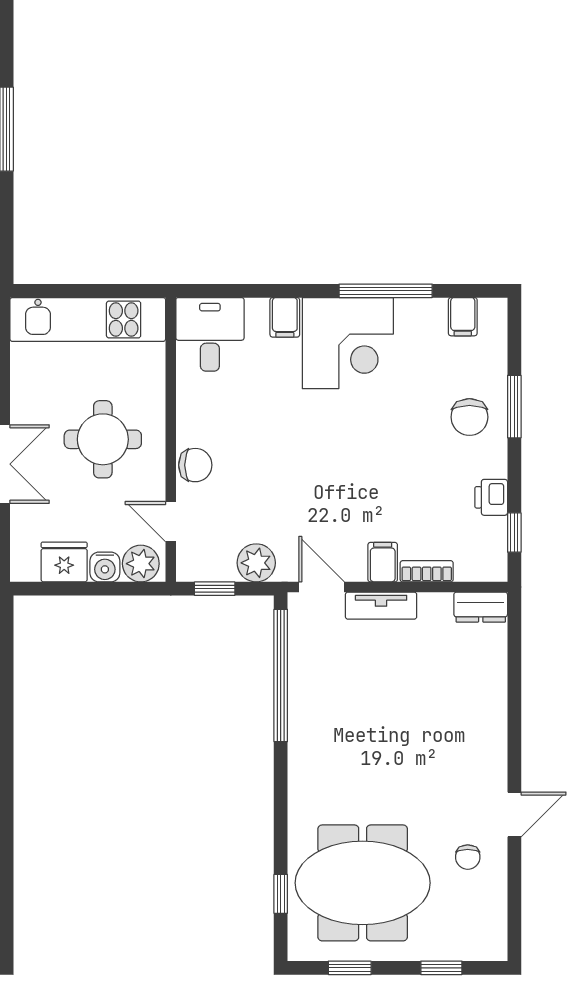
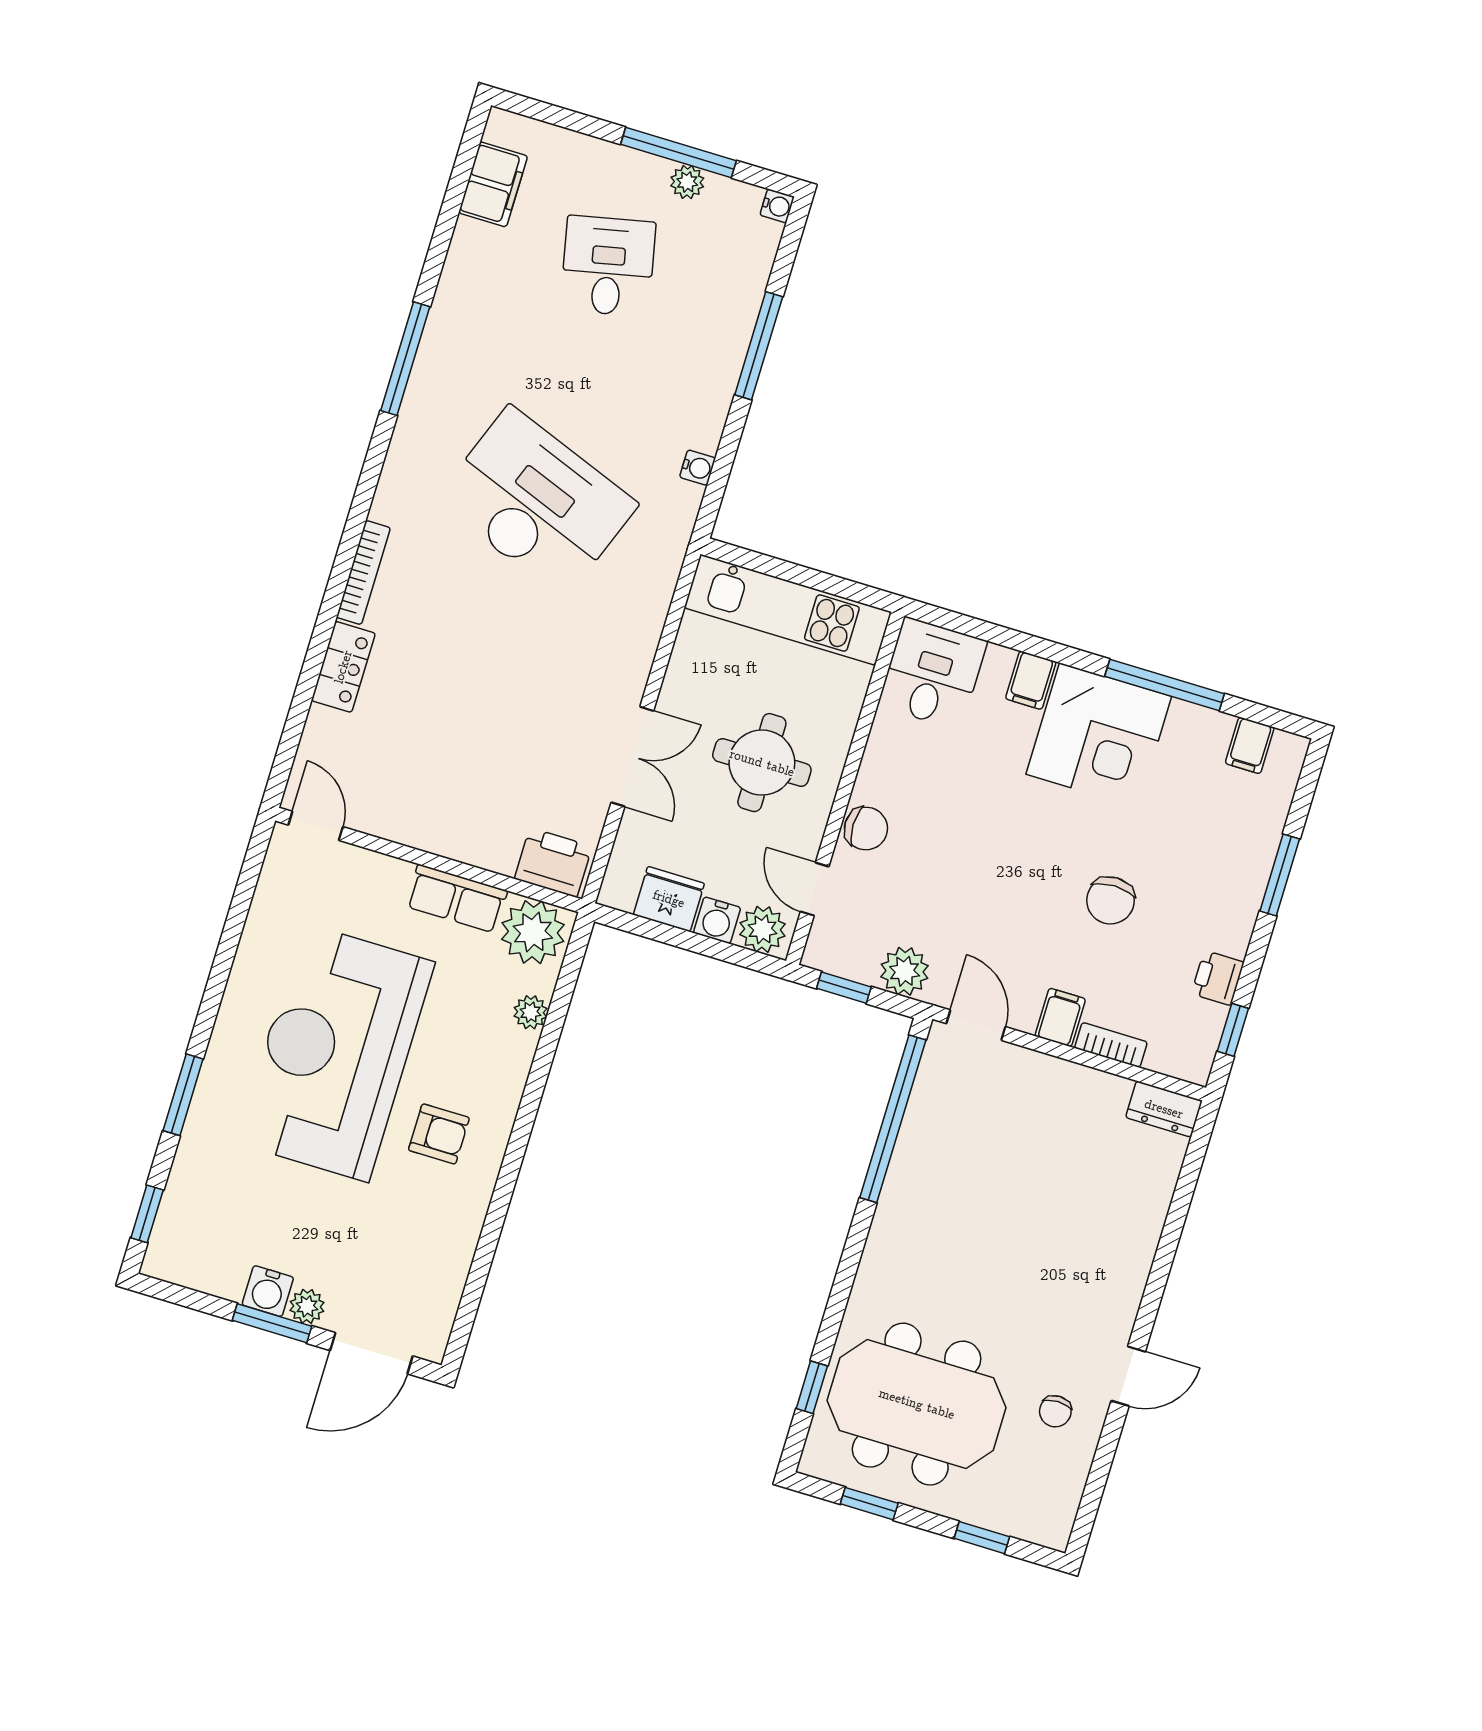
chair: (469, 417) -> (1111, 900), moved
tv unit: (381, 606) -> (1042, 1070), removed

